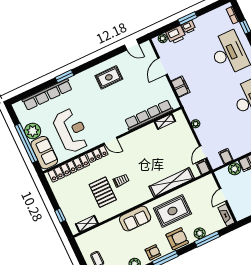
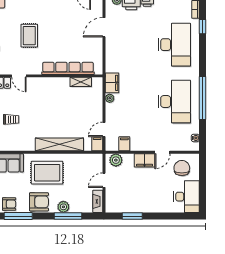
rug: (109, 77) -> (29, 36), moved, turned 90
filing cabinet: (180, 87) -> (112, 83), moved
plant: (235, 169) -> (116, 160), moved

